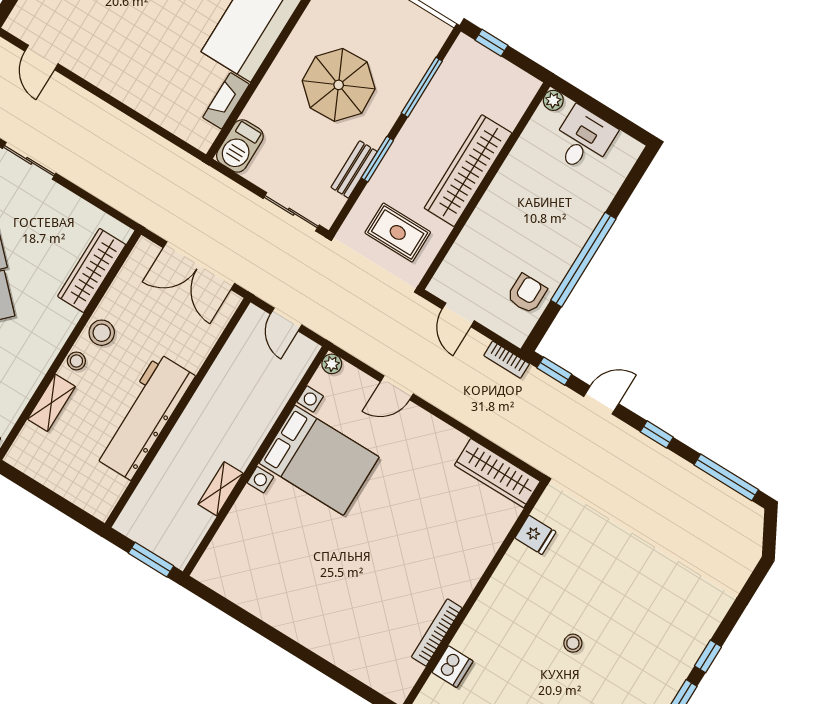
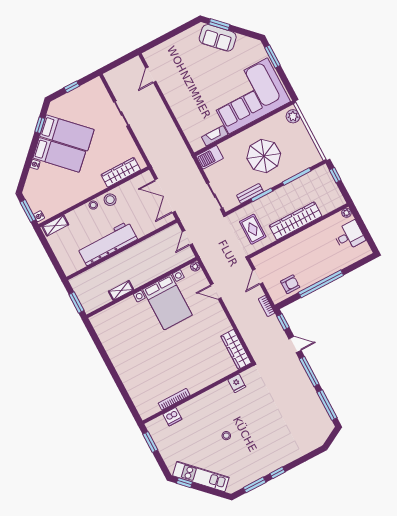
shelving: (51, 403) -> (55, 226), moved
window: (657, 434) -> (309, 371), width x2.17

